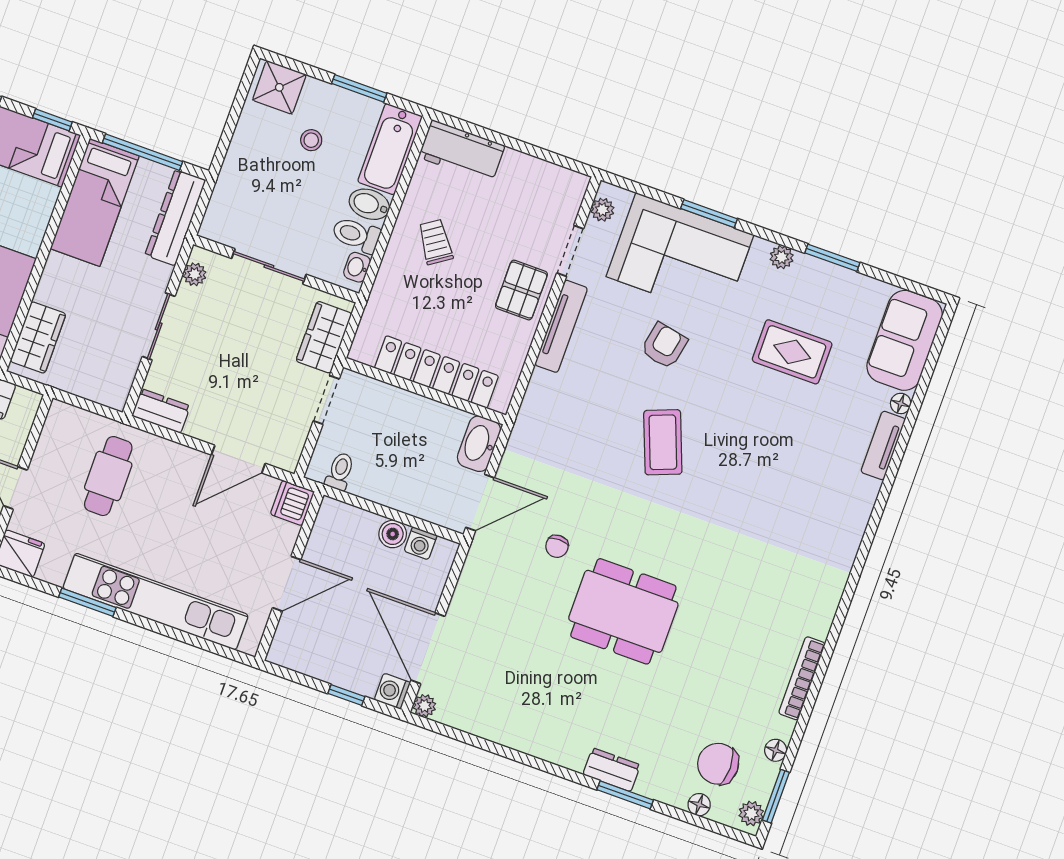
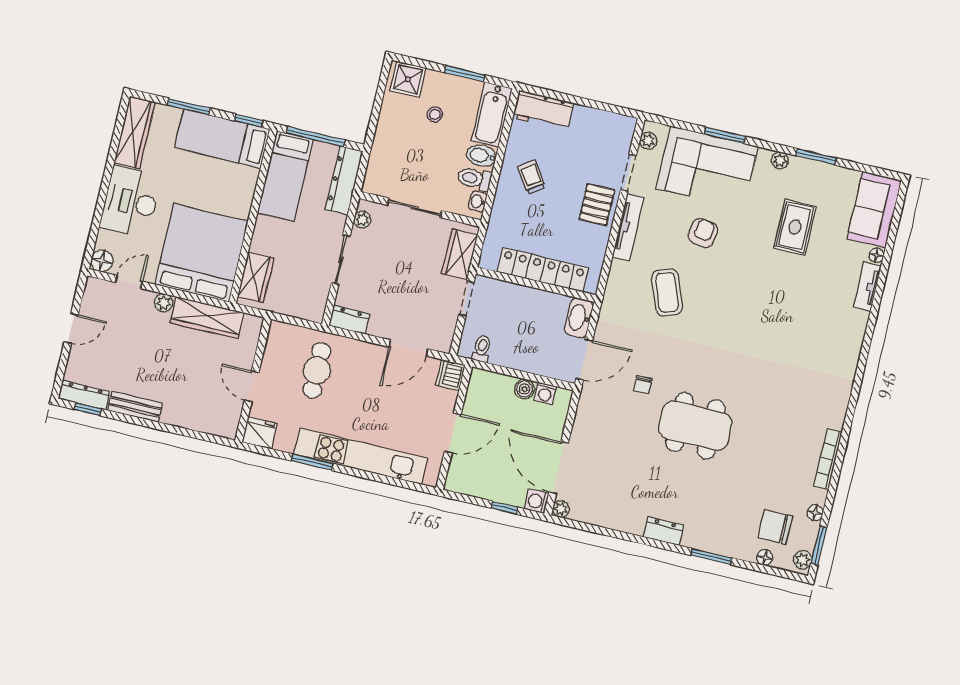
rug: (792, 352) -> (795, 227), turned 90
coffee table: (663, 442) -> (667, 292), moved
dresser: (612, 770) -> (664, 531), moved

